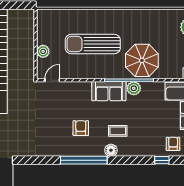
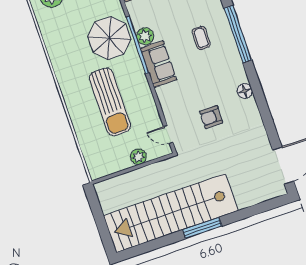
armchair: (81, 128) -> (211, 117), moved
floor lamp: (111, 150) -> (245, 91), moved
window: (84, 160) -> (238, 34), moved

